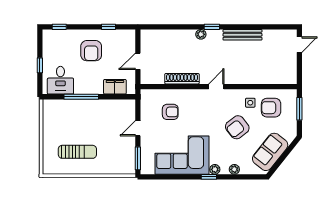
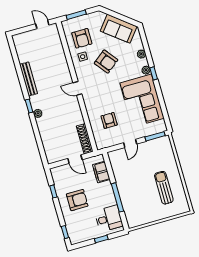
door: (299, 45) -> (42, 24), moved
shoe rack: (182, 79) -> (85, 139), moved
door: (138, 128) -> (130, 143), hinge flipped

